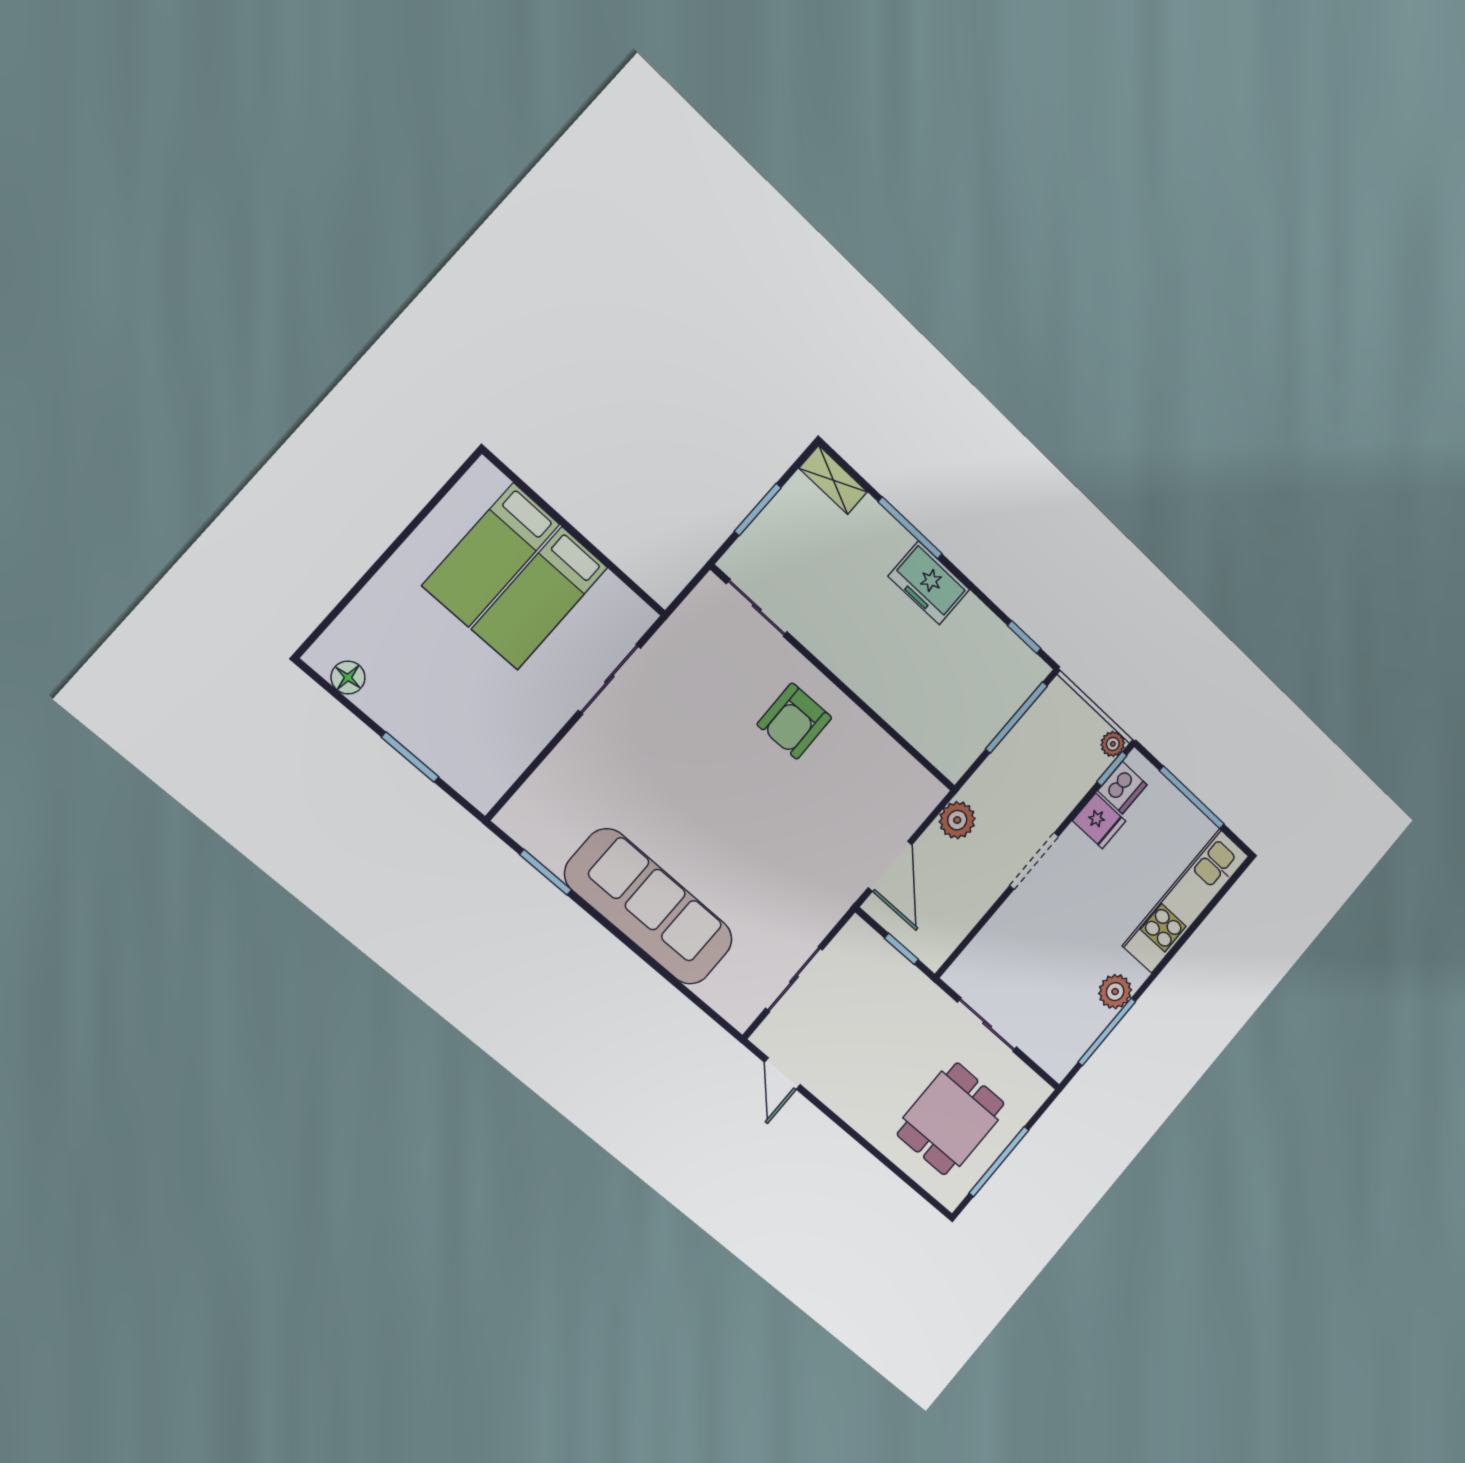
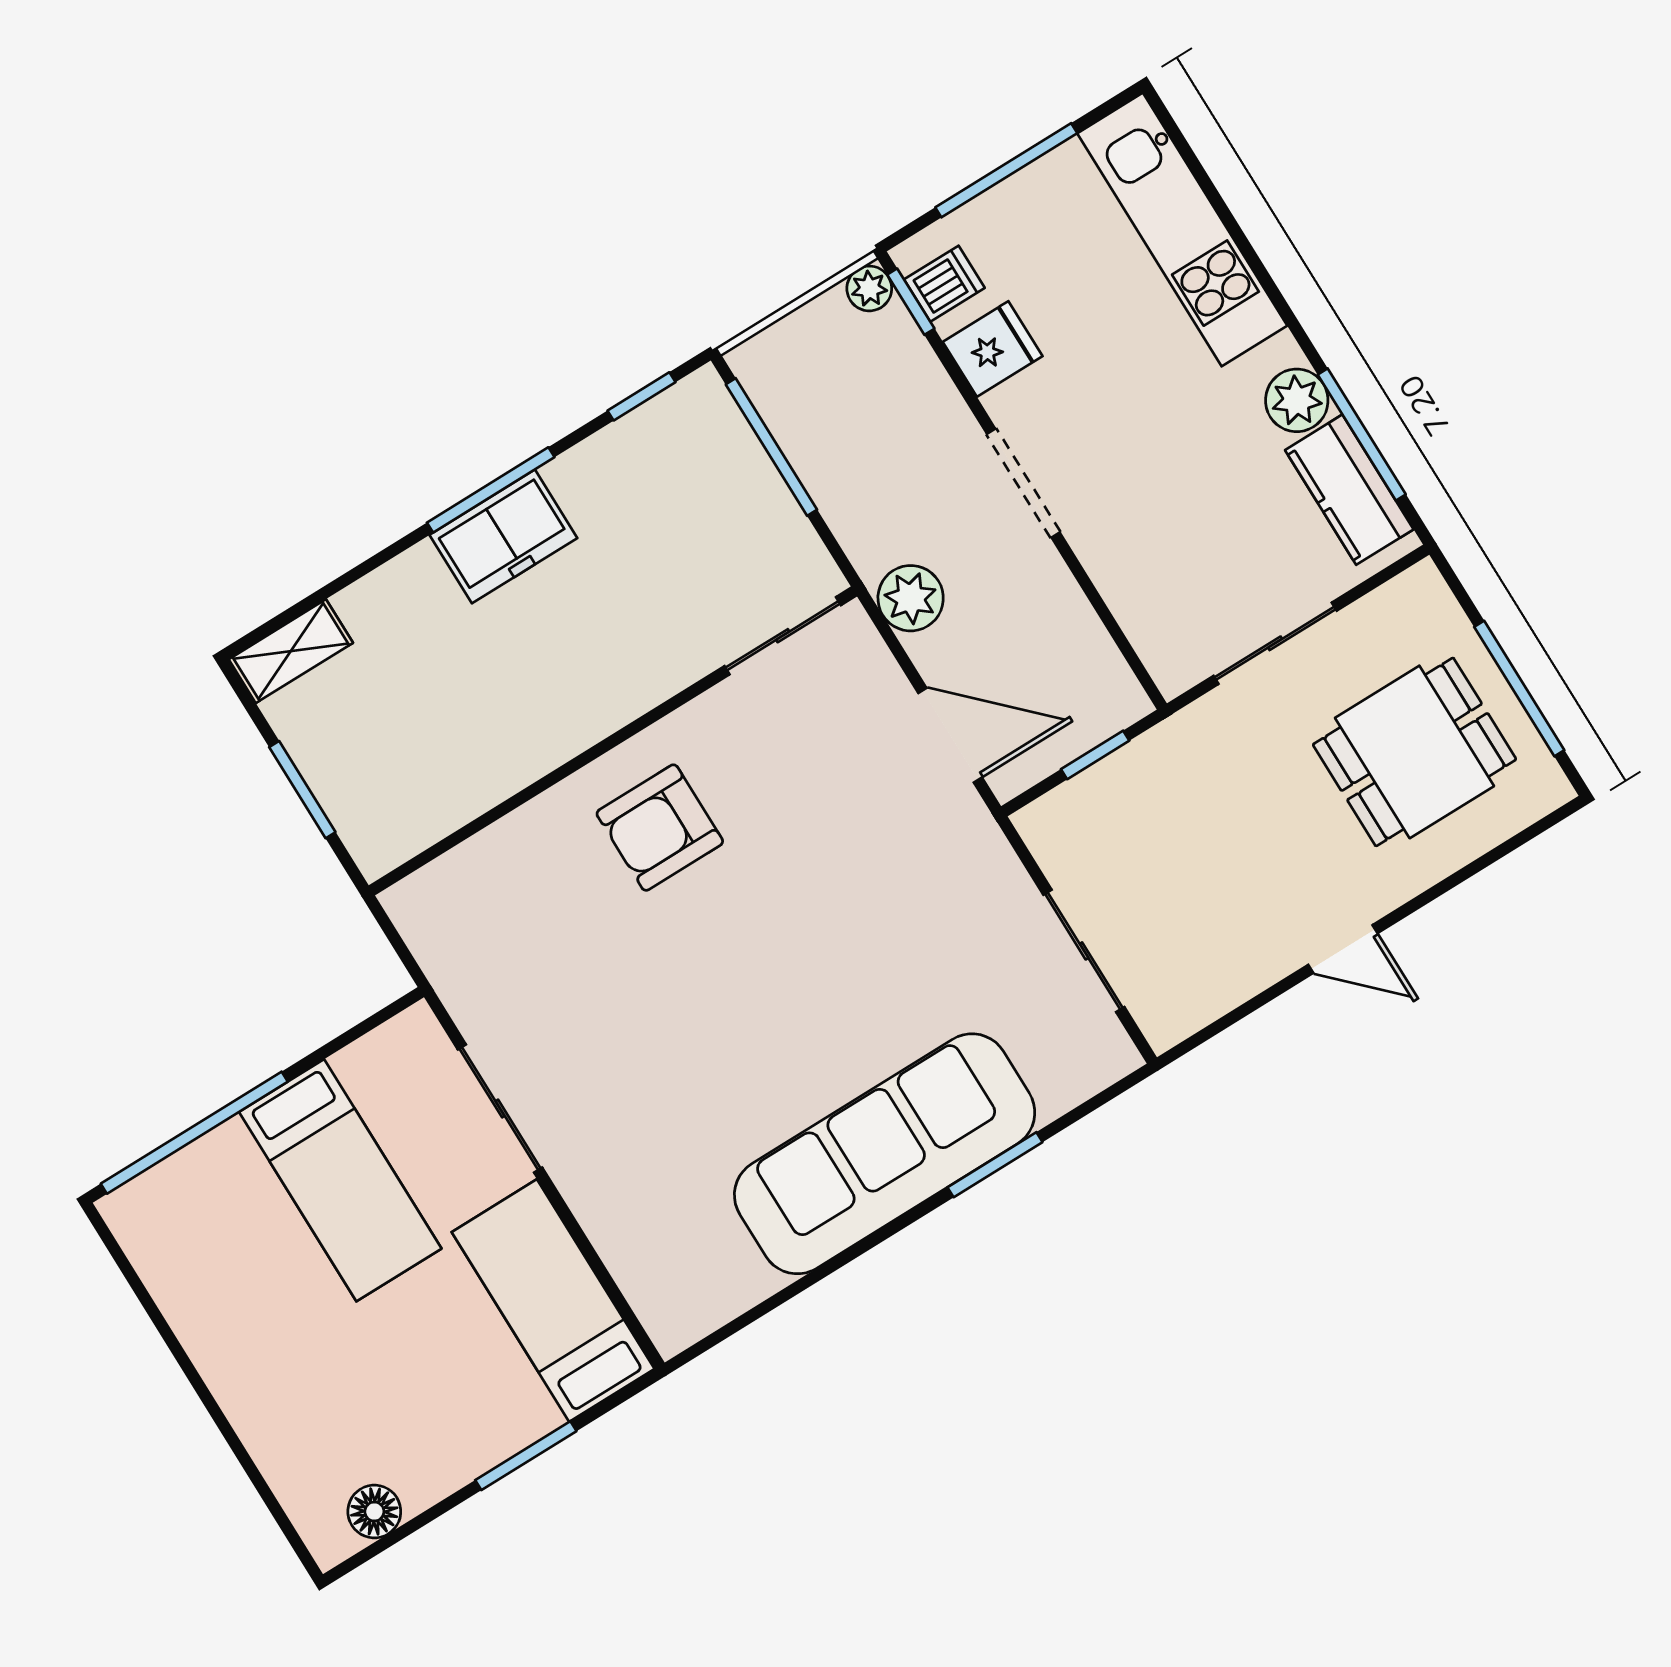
window: (542, 503) -> (194, 1133), added
window: (910, 528) -> (491, 490), moved
bed: (491, 555) -> (553, 1300), moved, turned 180
sliding door: (757, 608) -> (783, 636), moved
armchair: (794, 721) -> (660, 828), turned 91
dishwasher: (1122, 788) -> (944, 284), width x0.73
window: (546, 872) -> (995, 1165), moved
kitchen counter: (1077, 1035) -> (1349, 490), added
door: (782, 1074) -> (1343, 949), moved
dining table: (951, 1119) -> (1415, 752), turned 90

